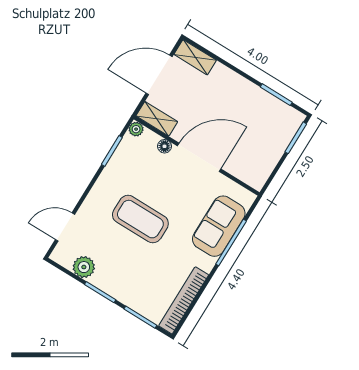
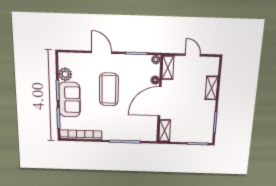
shelving: (195, 57) -> (212, 88), moved
door: (159, 75) -> (193, 55), width x0.53
door: (199, 157) -> (160, 101), swing flipped
shelving: (248, 175) -> (165, 131), added
sofa: (219, 226) -> (69, 100), moved, turned 90
door: (65, 227) -> (102, 52), moved

